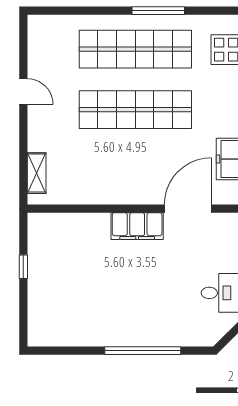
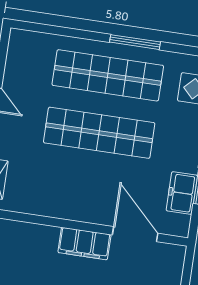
door: (188, 209) -> (135, 234), hinge flipped

